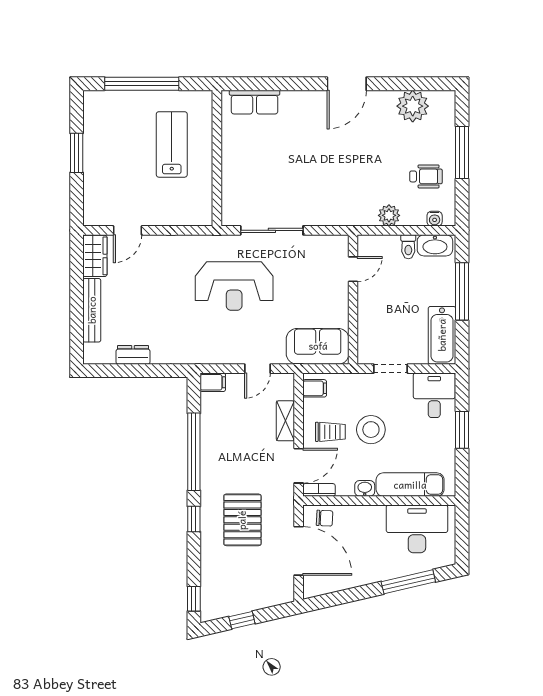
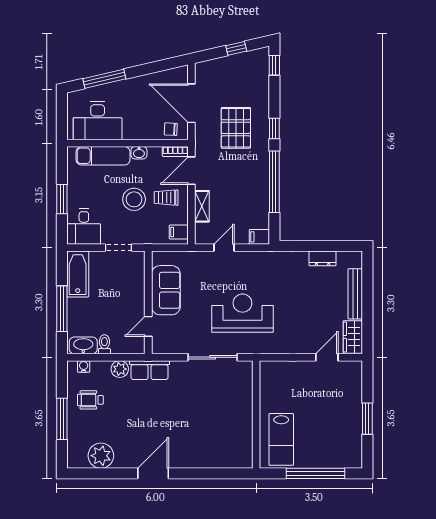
row of seats: (255, 102) -> (150, 370), moved, turned 180
lab bench: (172, 144) -> (281, 439), moved
sofa: (318, 346) -> (166, 290), moved, turned -90

